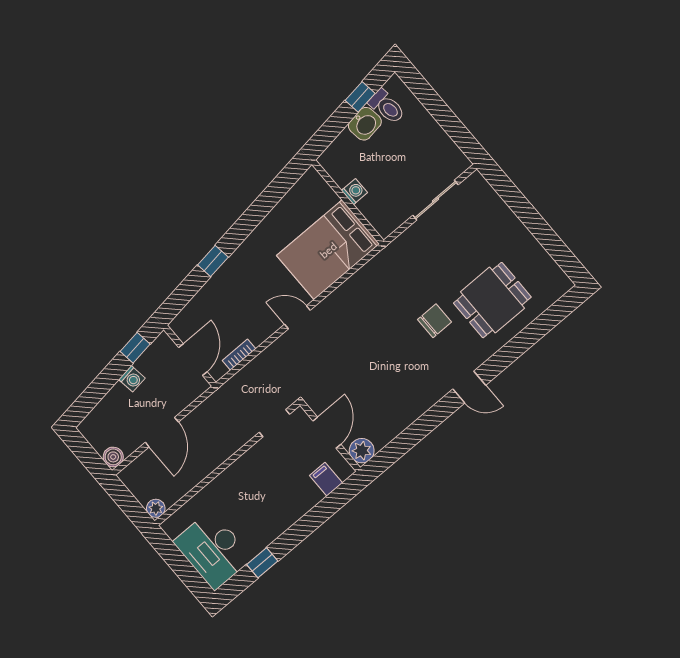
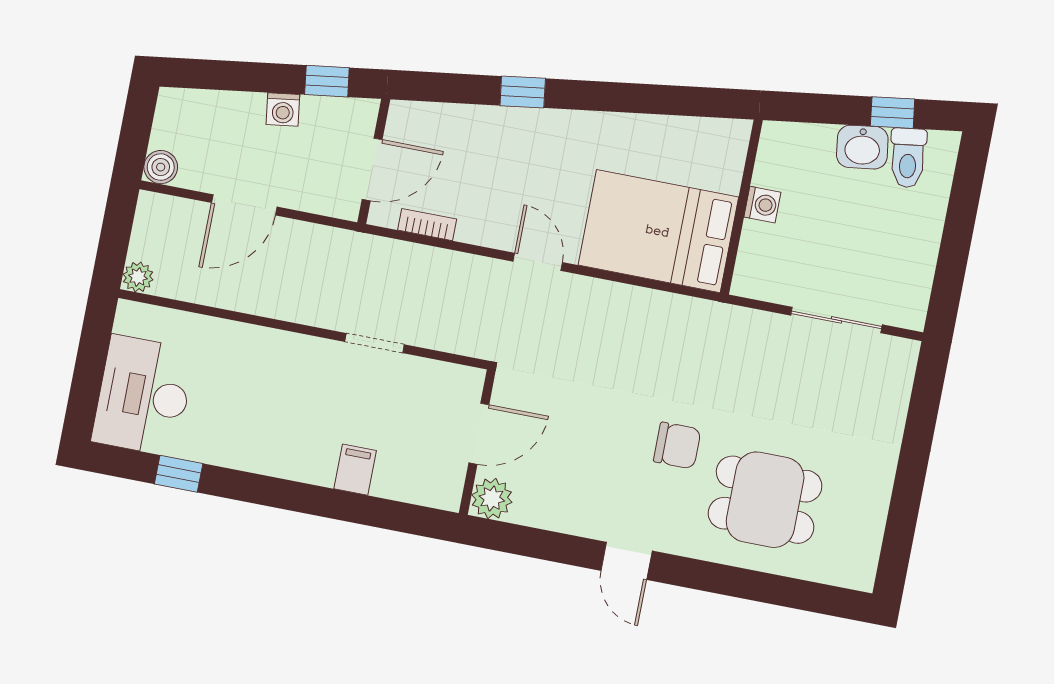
door: (327, 433) -> (479, 434), moved
wall: (330, 436) -> (477, 442), moved
plant: (362, 451) -> (492, 499), moved

